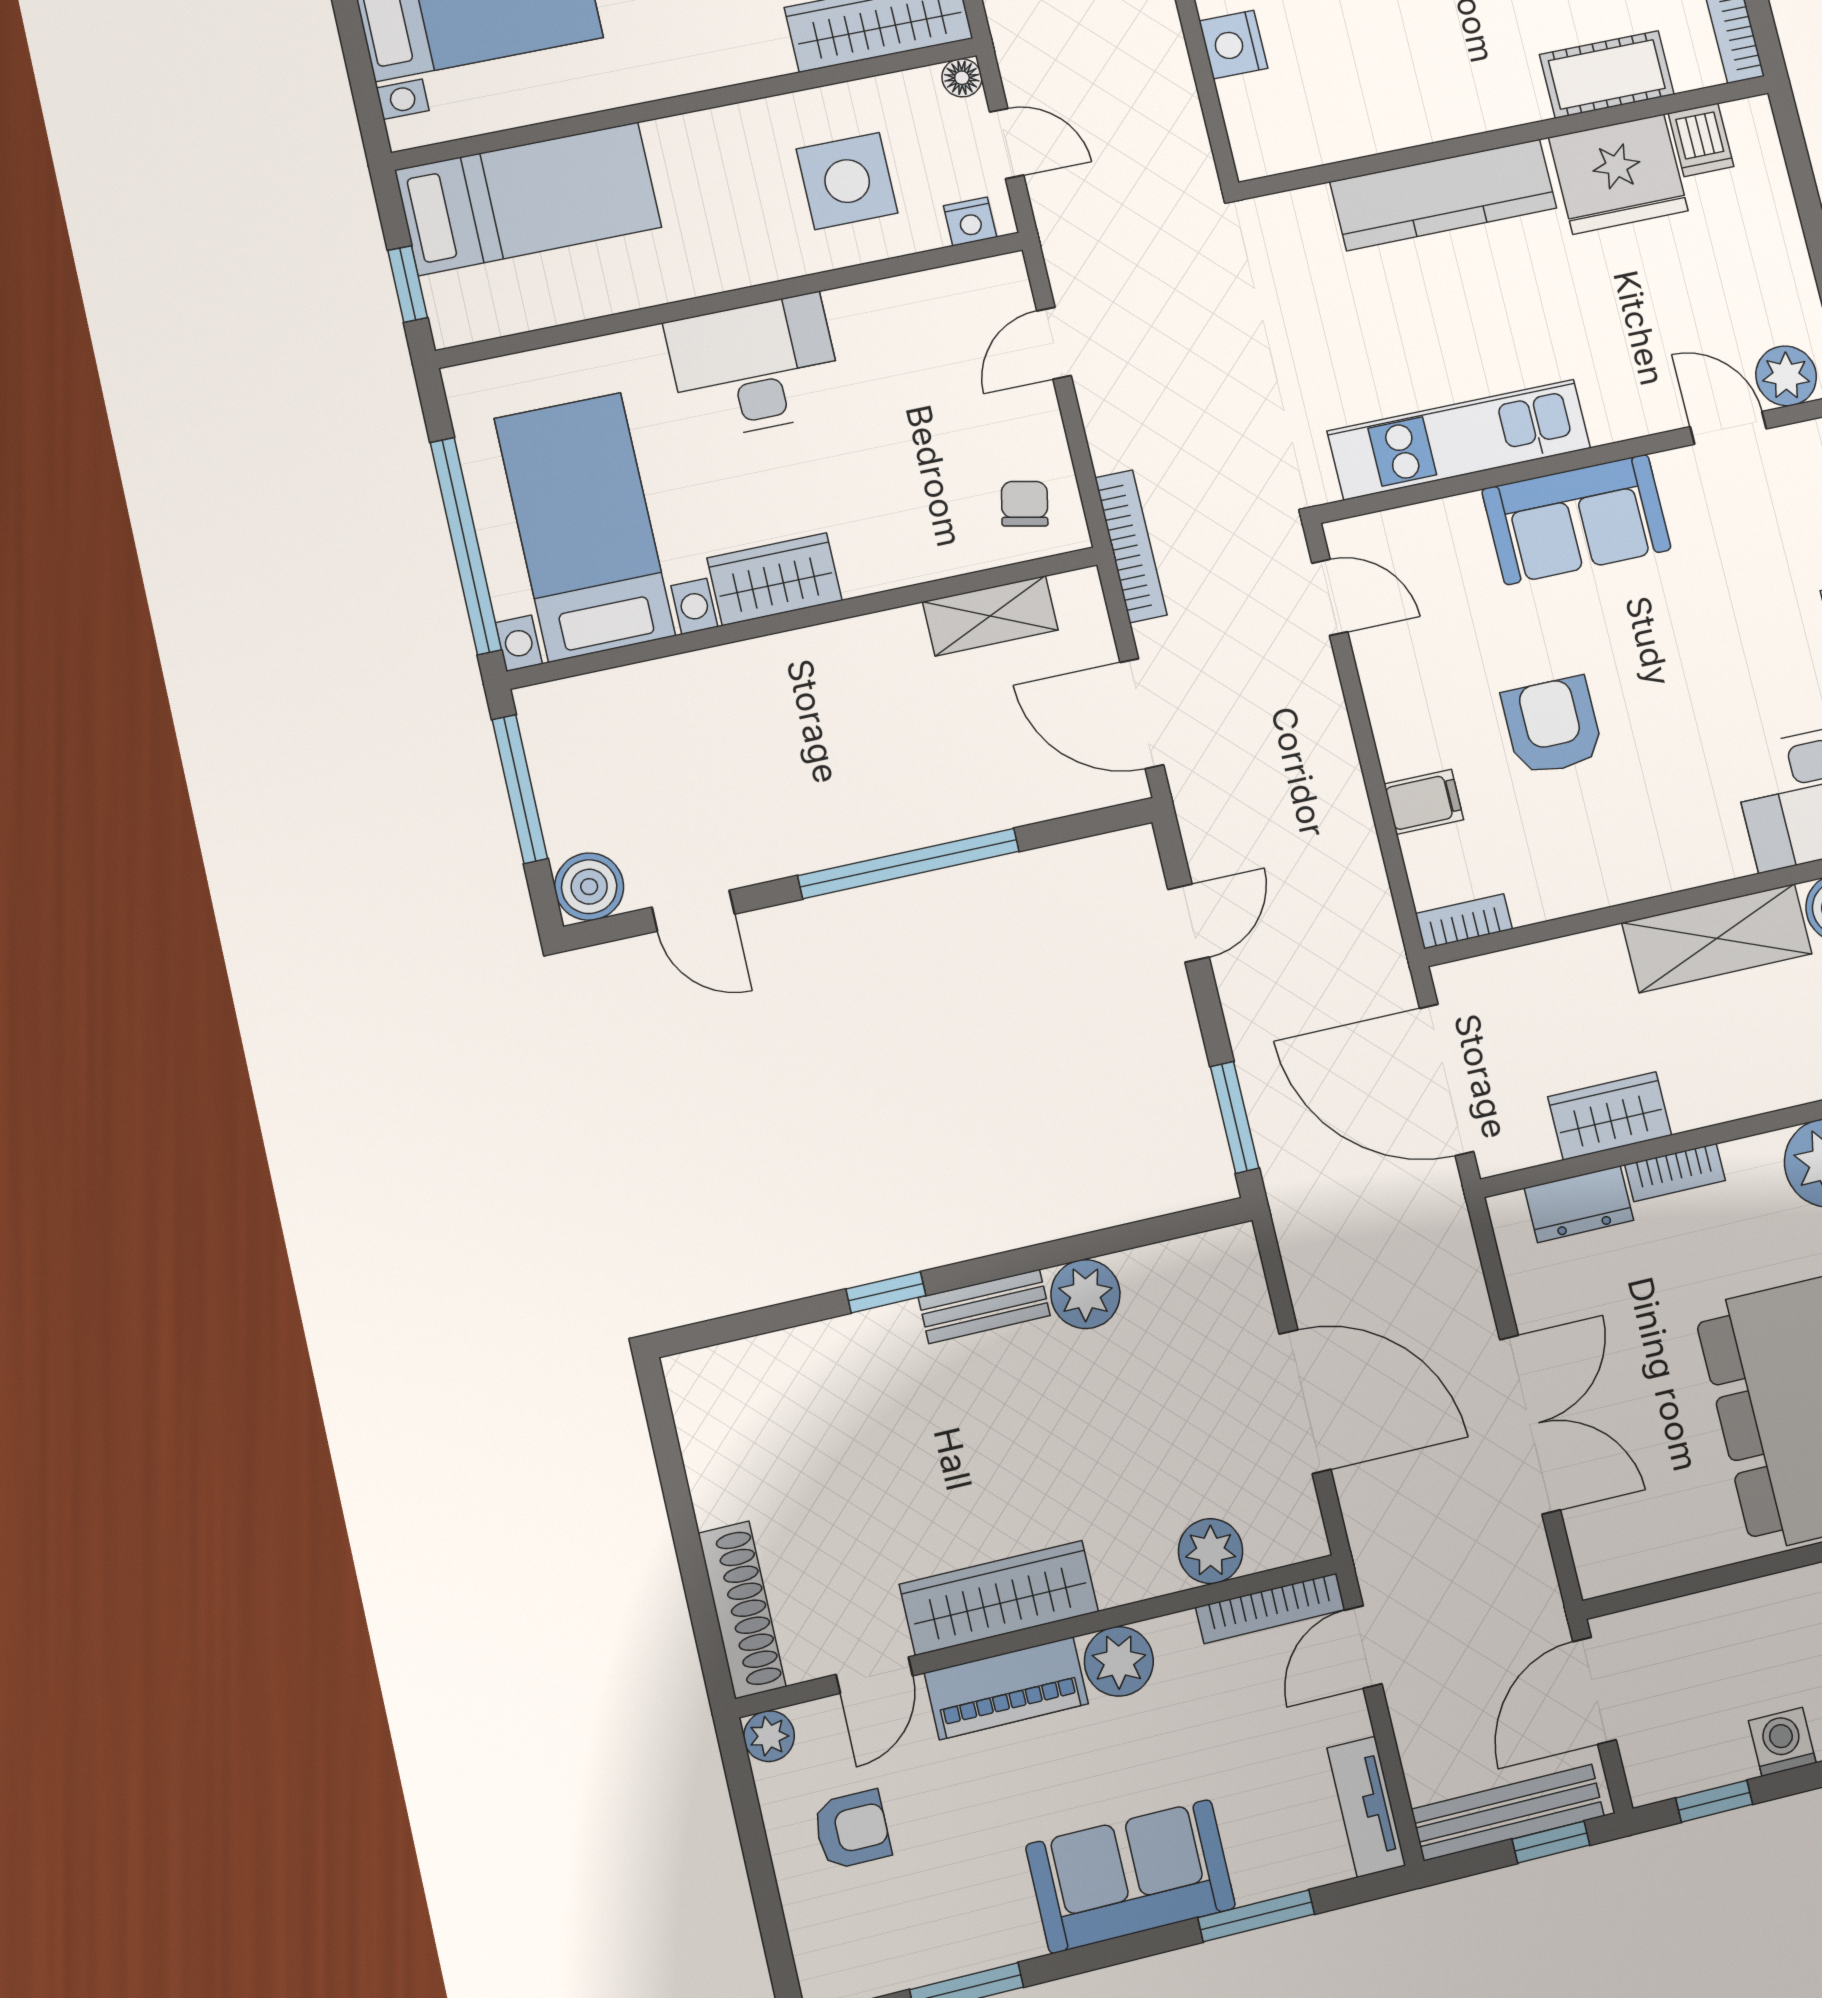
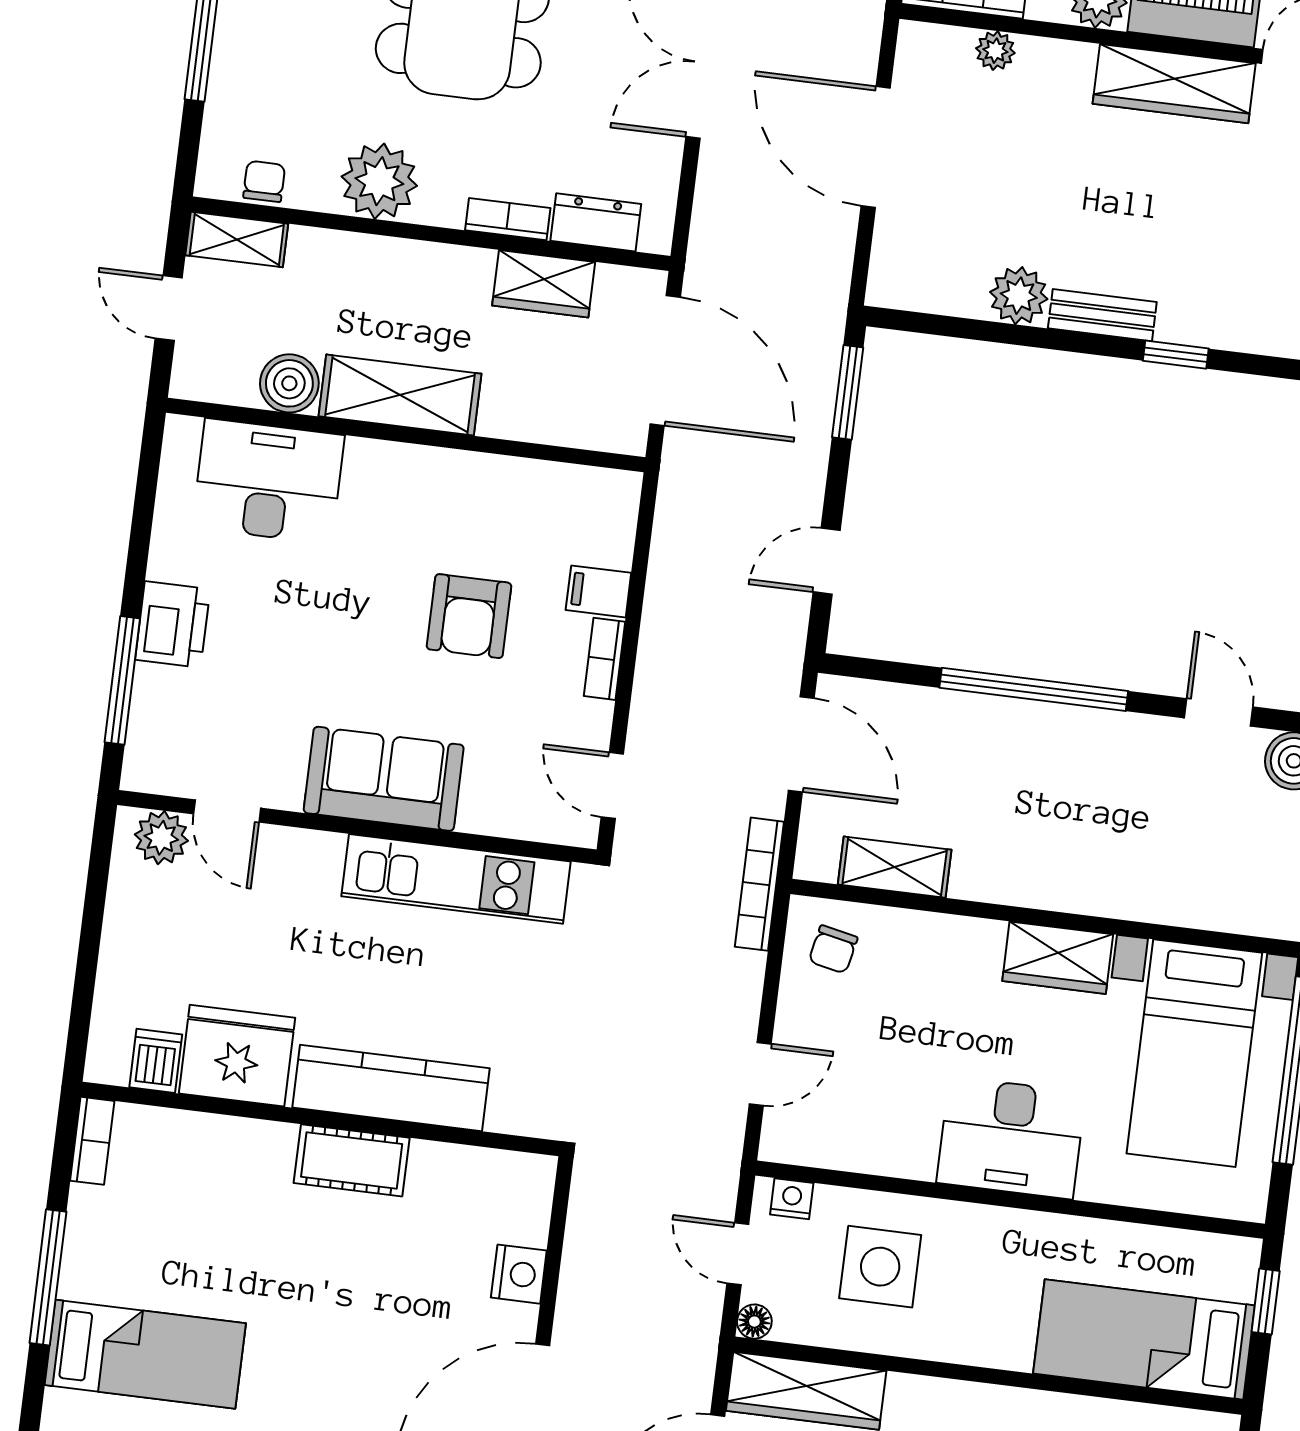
cot: (1607, 74) -> (352, 1160), moved
bookcase: (1464, 921) -> (604, 659), moved, turned 90
plant: (1211, 1551) -> (995, 51), width x0.73, depth x0.73

